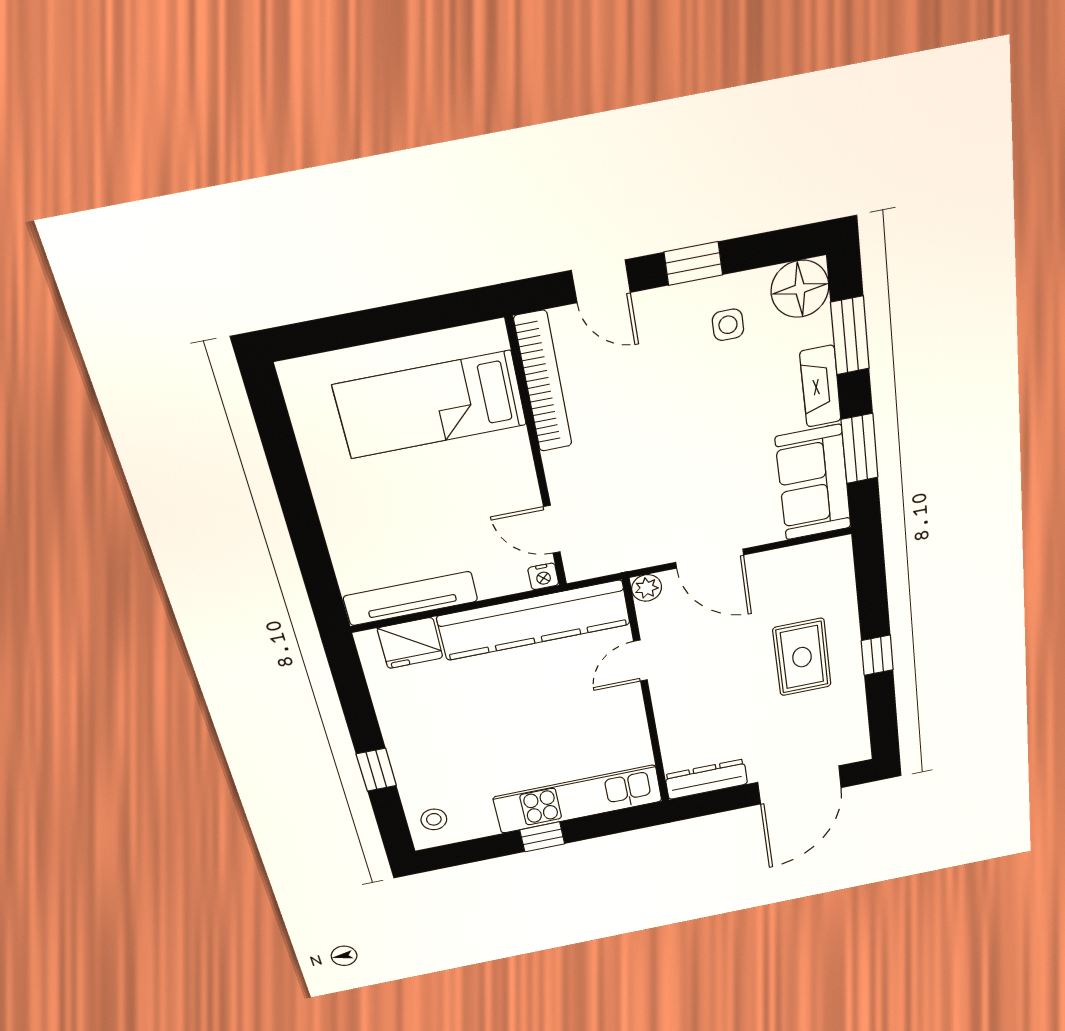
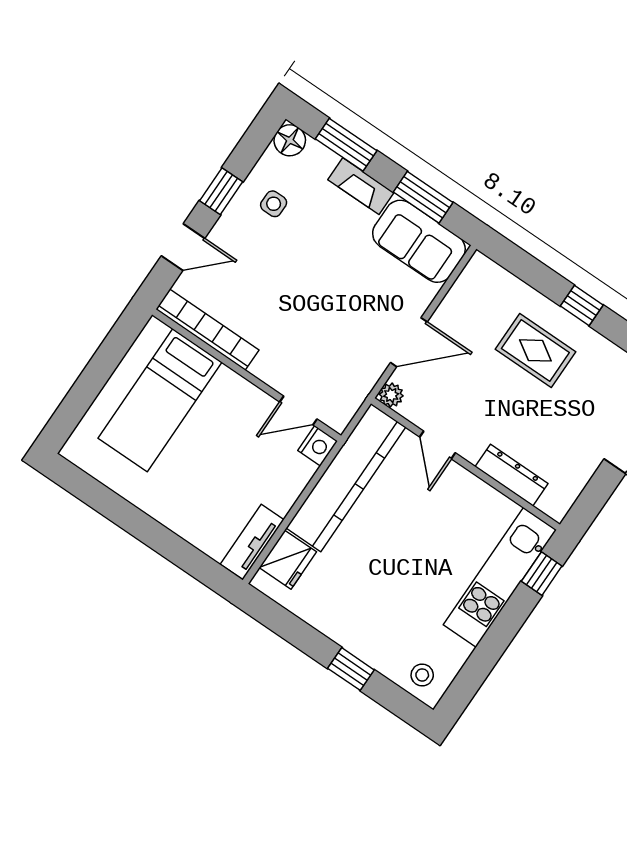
floor lamp: (800, 289) -> (290, 140), width x0.73, depth x0.73
nightstand: (543, 576) -> (318, 446), width x1.39, depth x1.35
tv unit: (411, 599) -> (252, 542), width x0.71
dresser: (706, 779) -> (512, 475), moved, turned 90
window: (542, 837) -> (542, 574), moved

